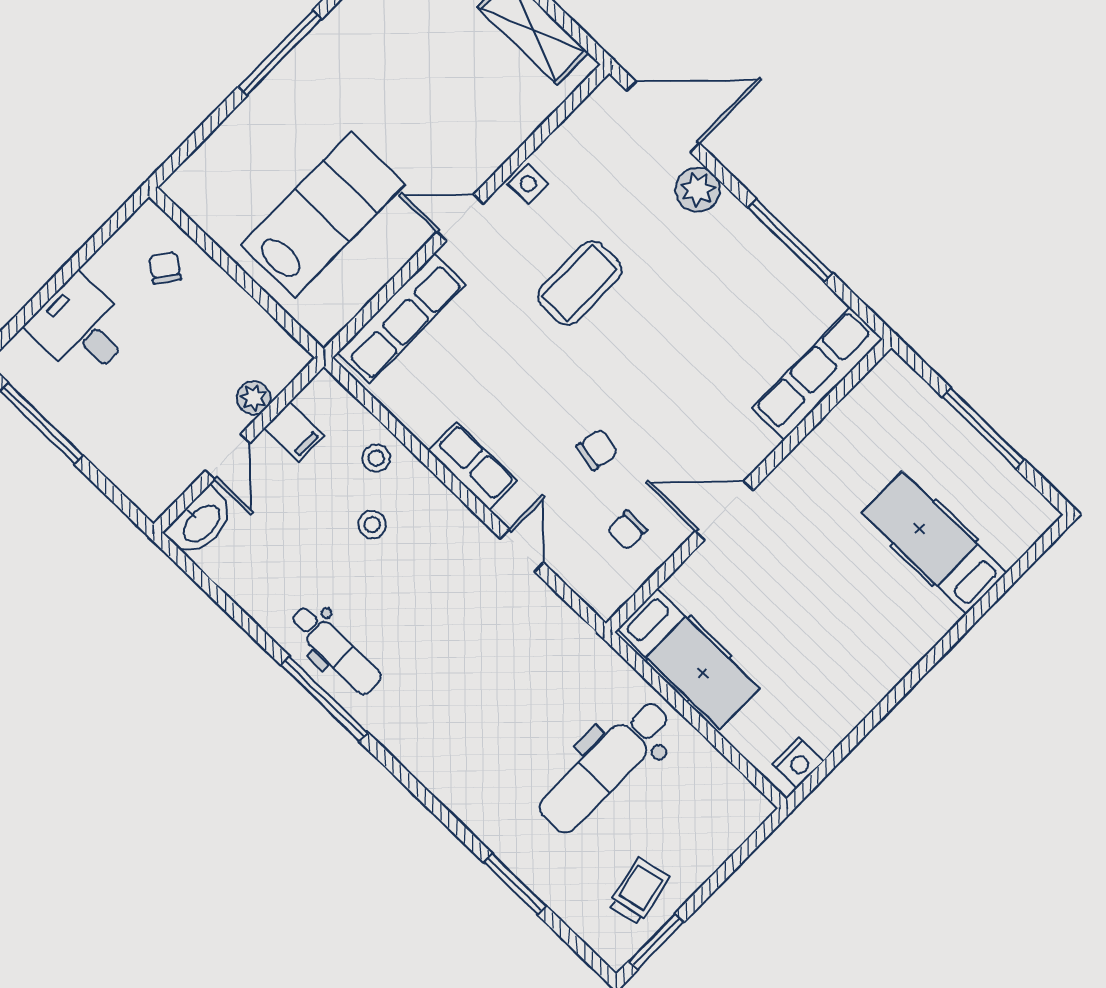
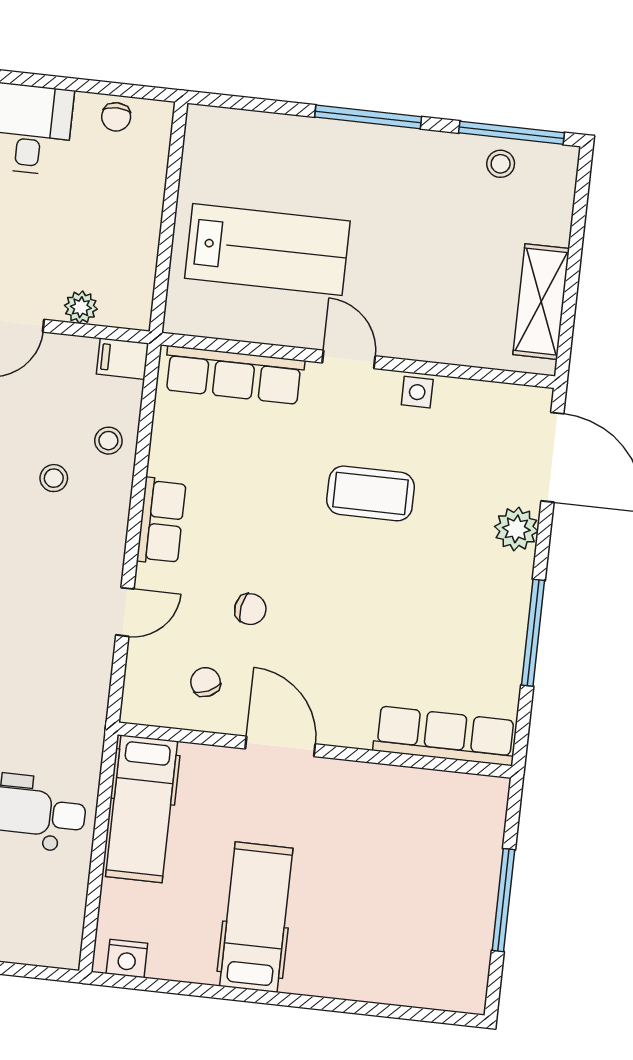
chair: (165, 268) -> (116, 117), moved, turned 144
filing cabinet: (294, 432) -> (122, 359), moved, turned 90
chair: (627, 530) -> (205, 682), turned 66
hospital bed: (934, 543) -> (256, 917), moved

